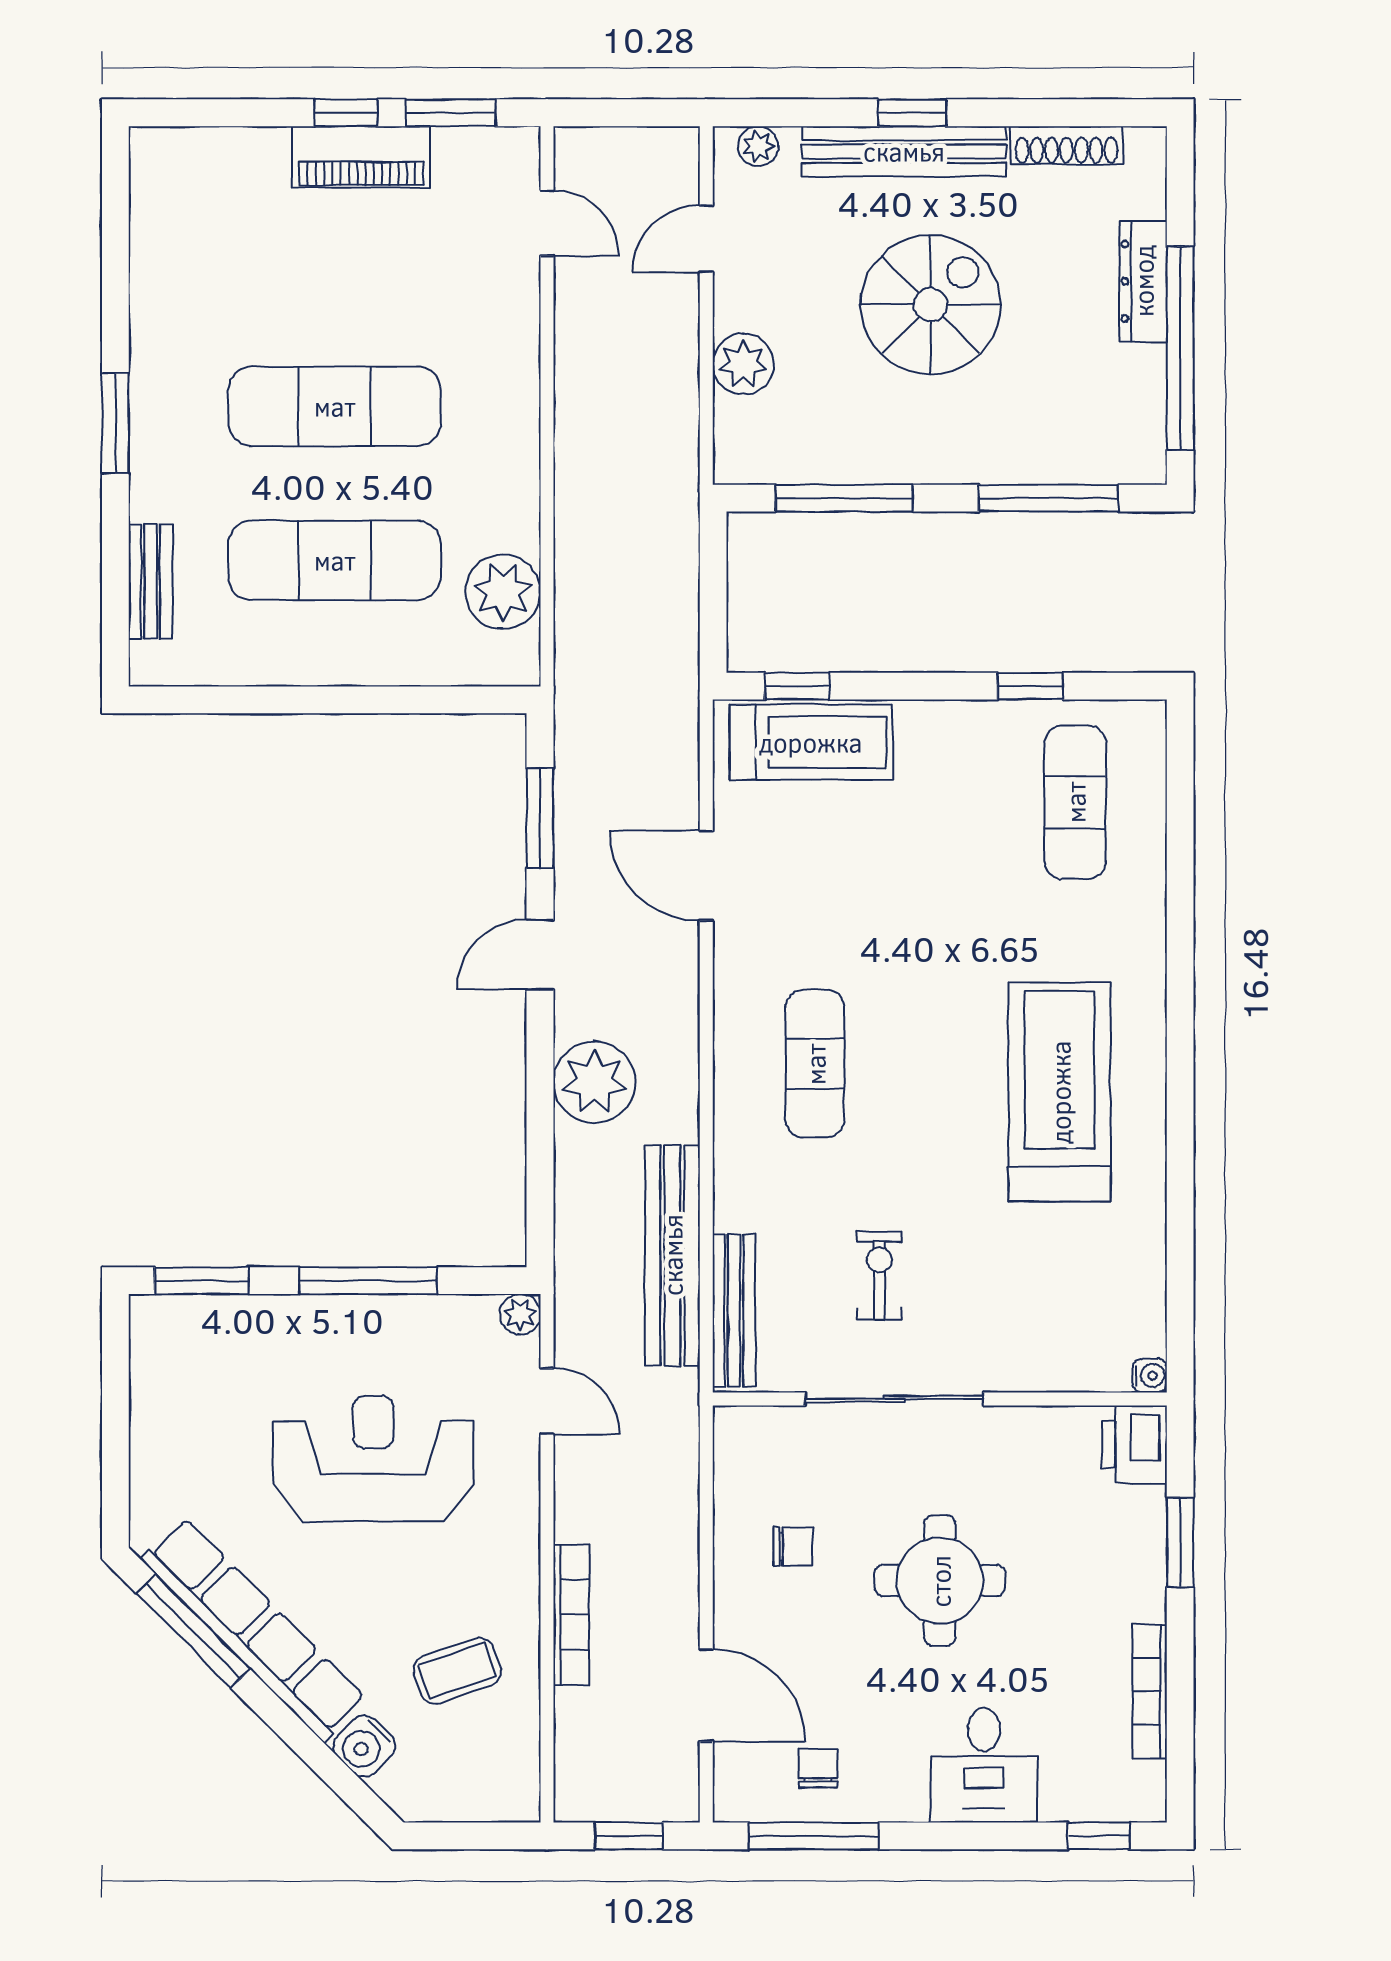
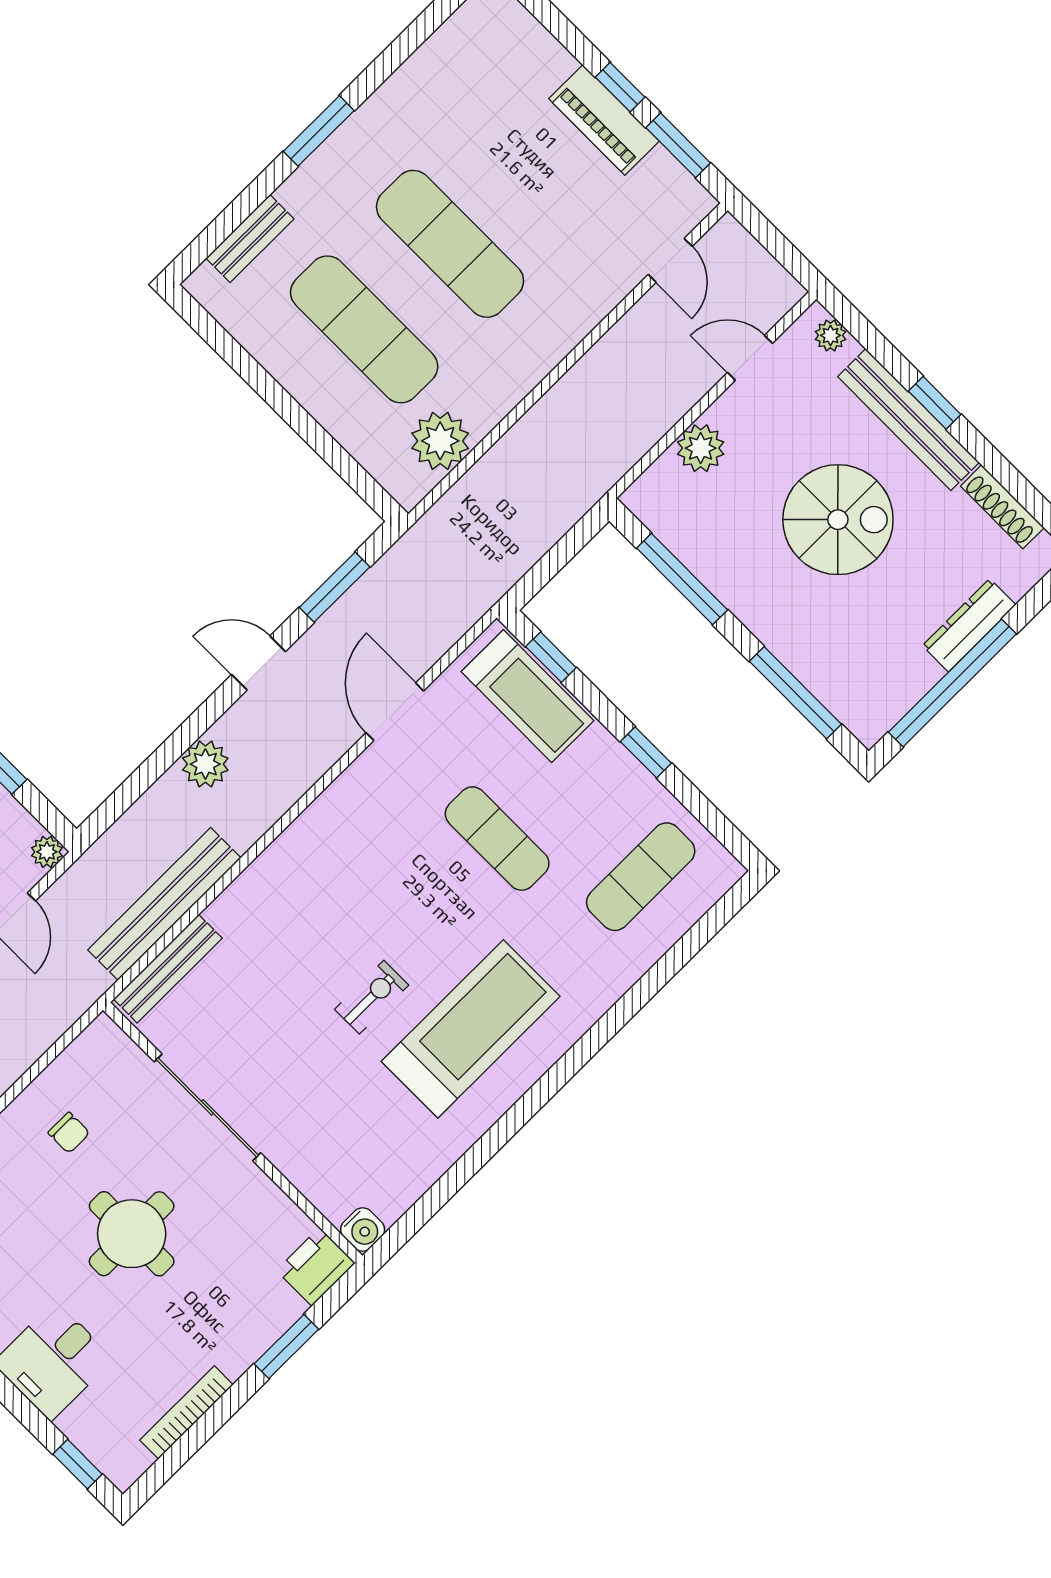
window: (1030, 686) -> (646, 752), moved
exercise mat: (815, 1064) -> (497, 839), moved, turned 90
plant: (594, 1082) -> (205, 764), width x0.73, depth x0.73
exercise bike: (879, 1276) -> (372, 997), moved
water cooler: (1150, 1375) -> (363, 1230), width x1.38, depth x1.38

